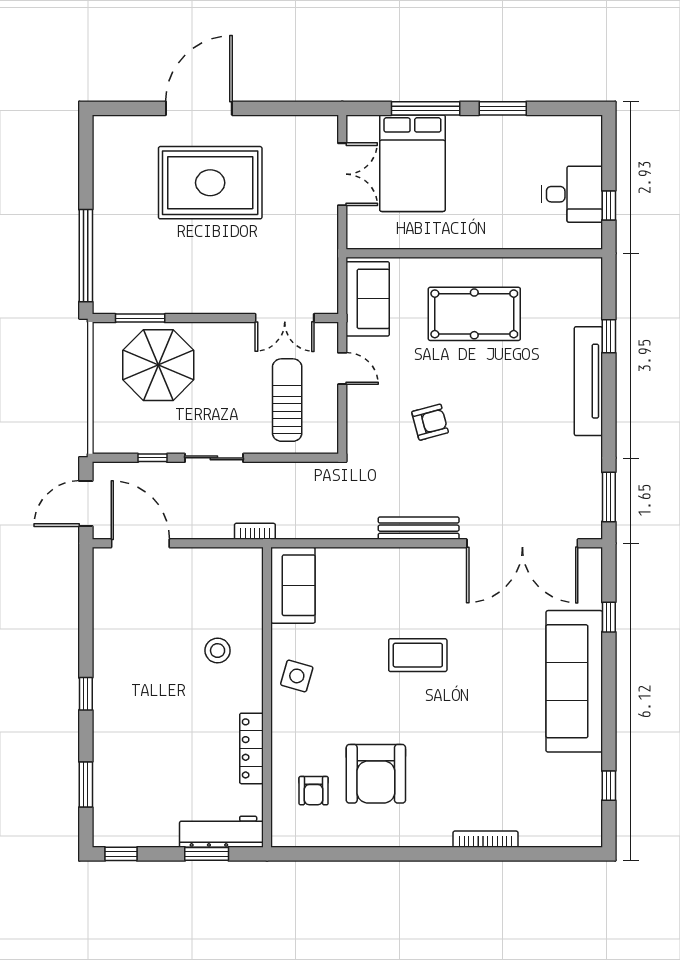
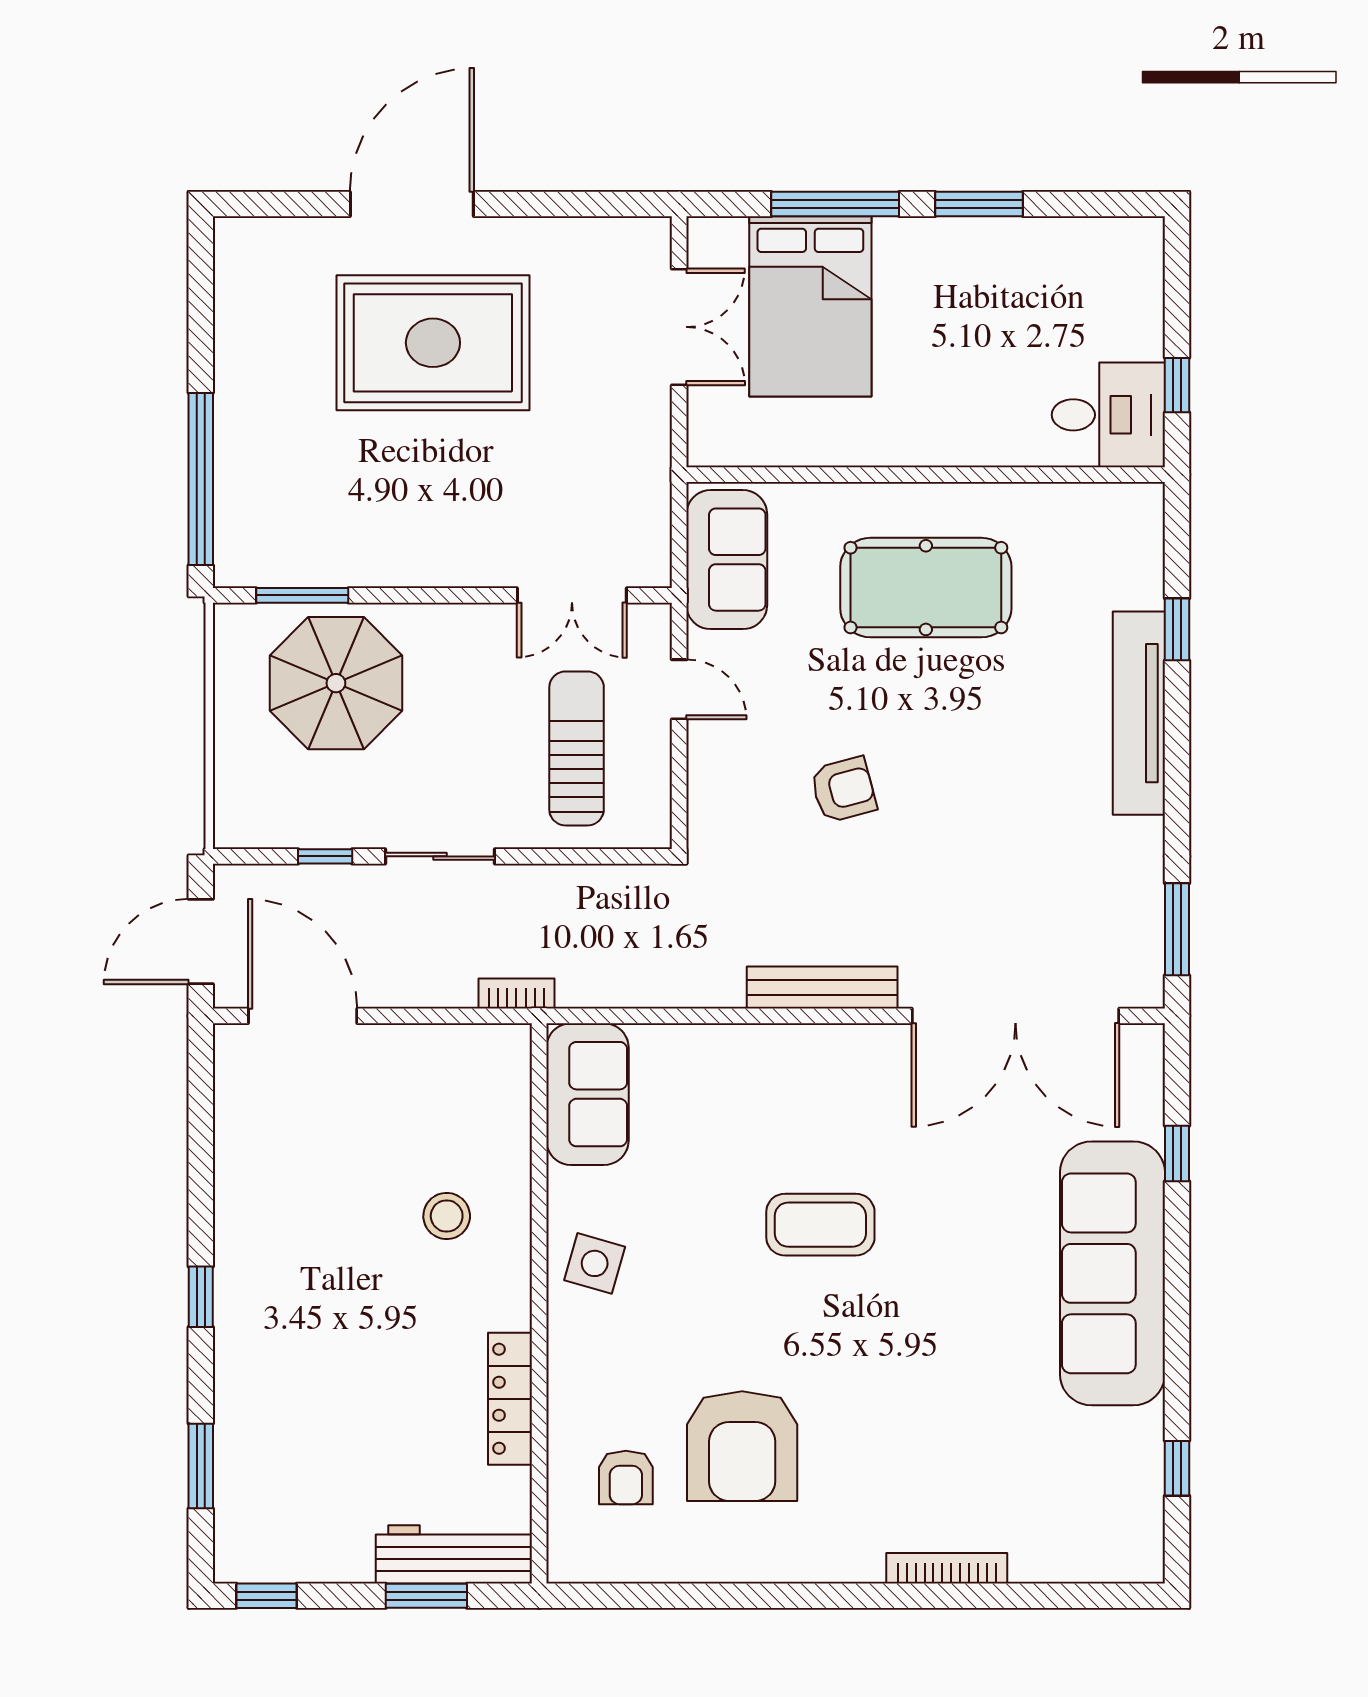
desk: (572, 194) -> (1108, 415), moved

